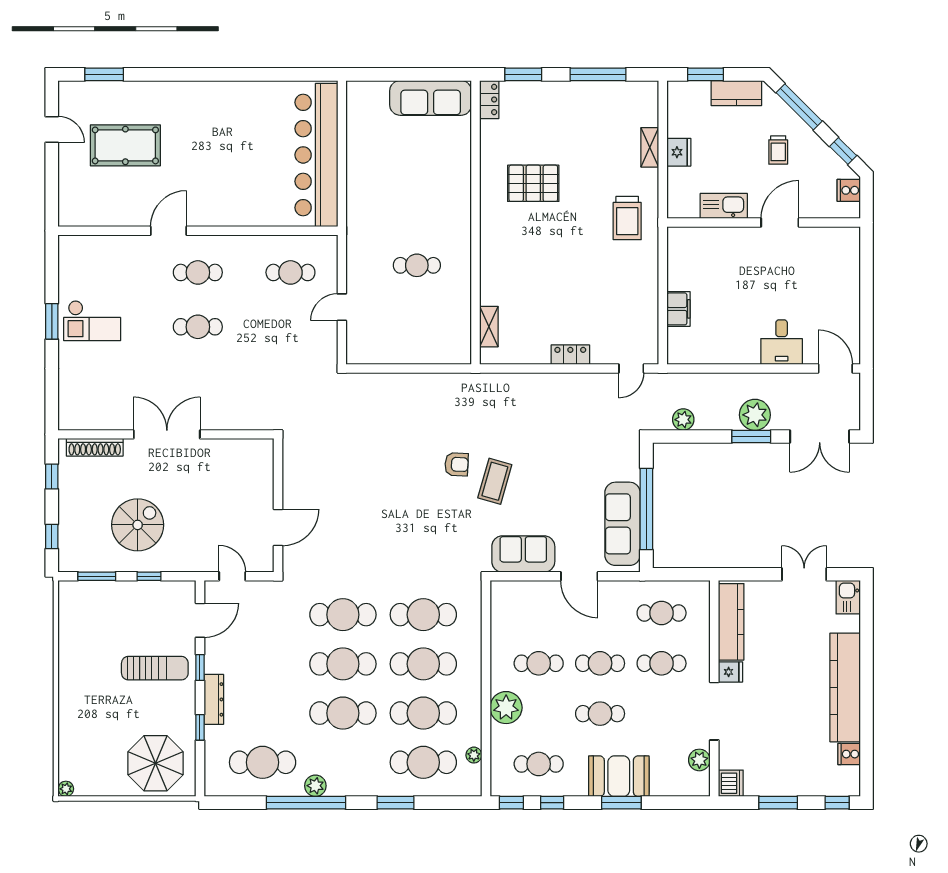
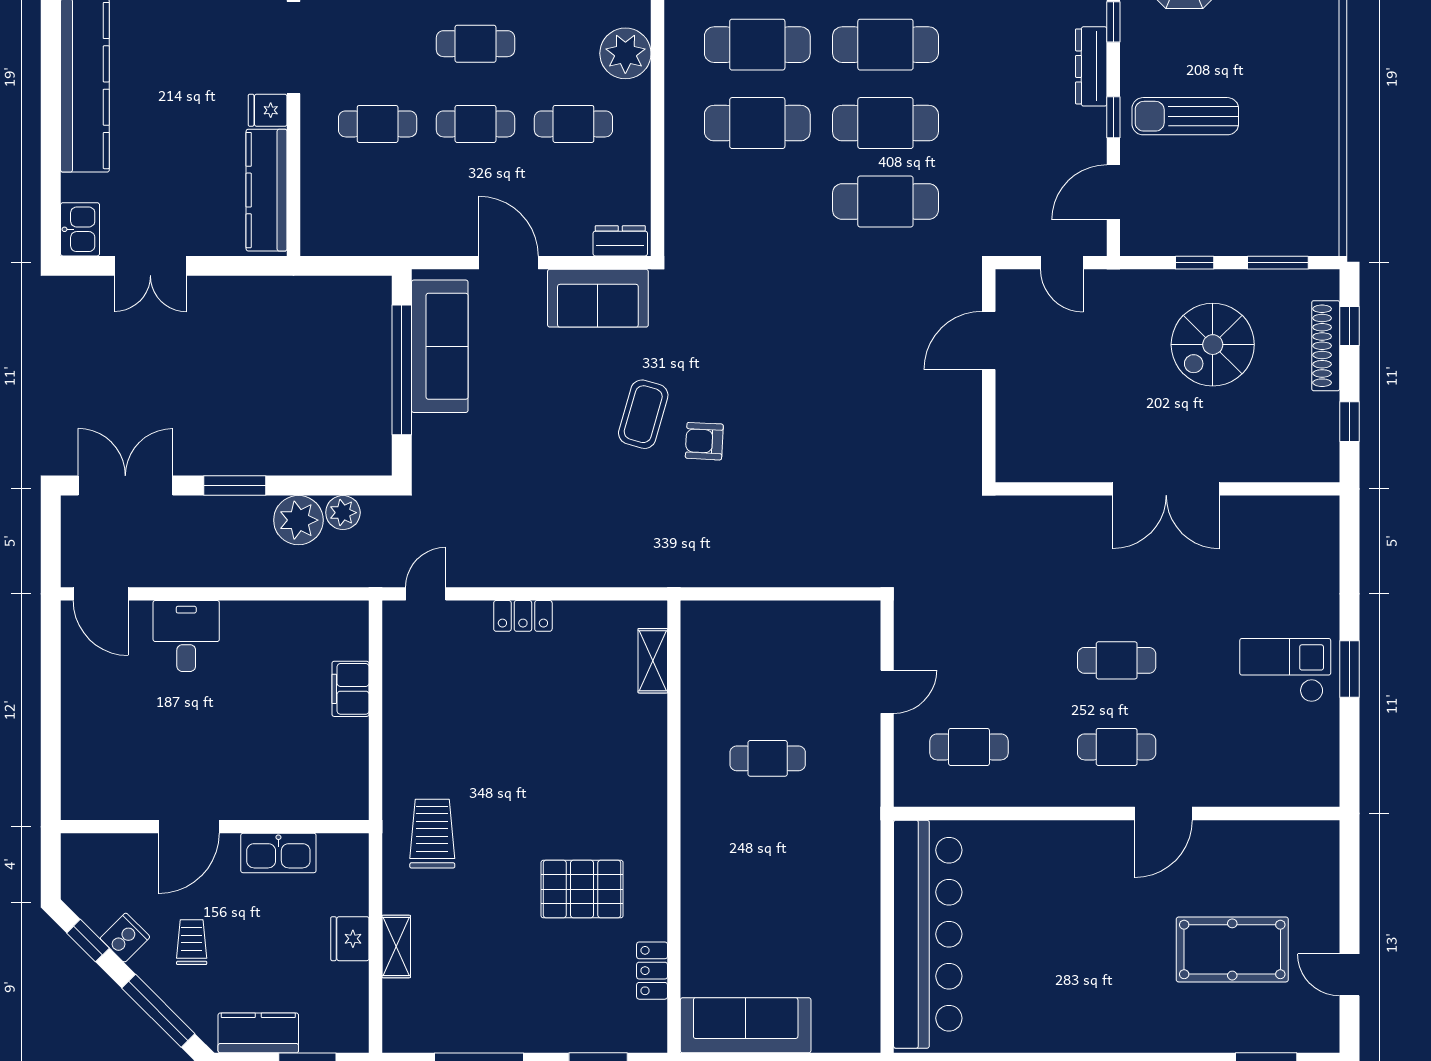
locker: (489, 100) -> (652, 971), moved
cooker: (849, 190) -> (125, 938), moved, turned -45
plant: (755, 415) -> (298, 520), moved
shoe rack: (95, 447) -> (1326, 346), moved, turned -90
dresser: (509, 590) -> (620, 241), added
cafe table: (662, 613) -> (378, 204), removed
cafe table: (423, 615) -> (757, 202), removed

